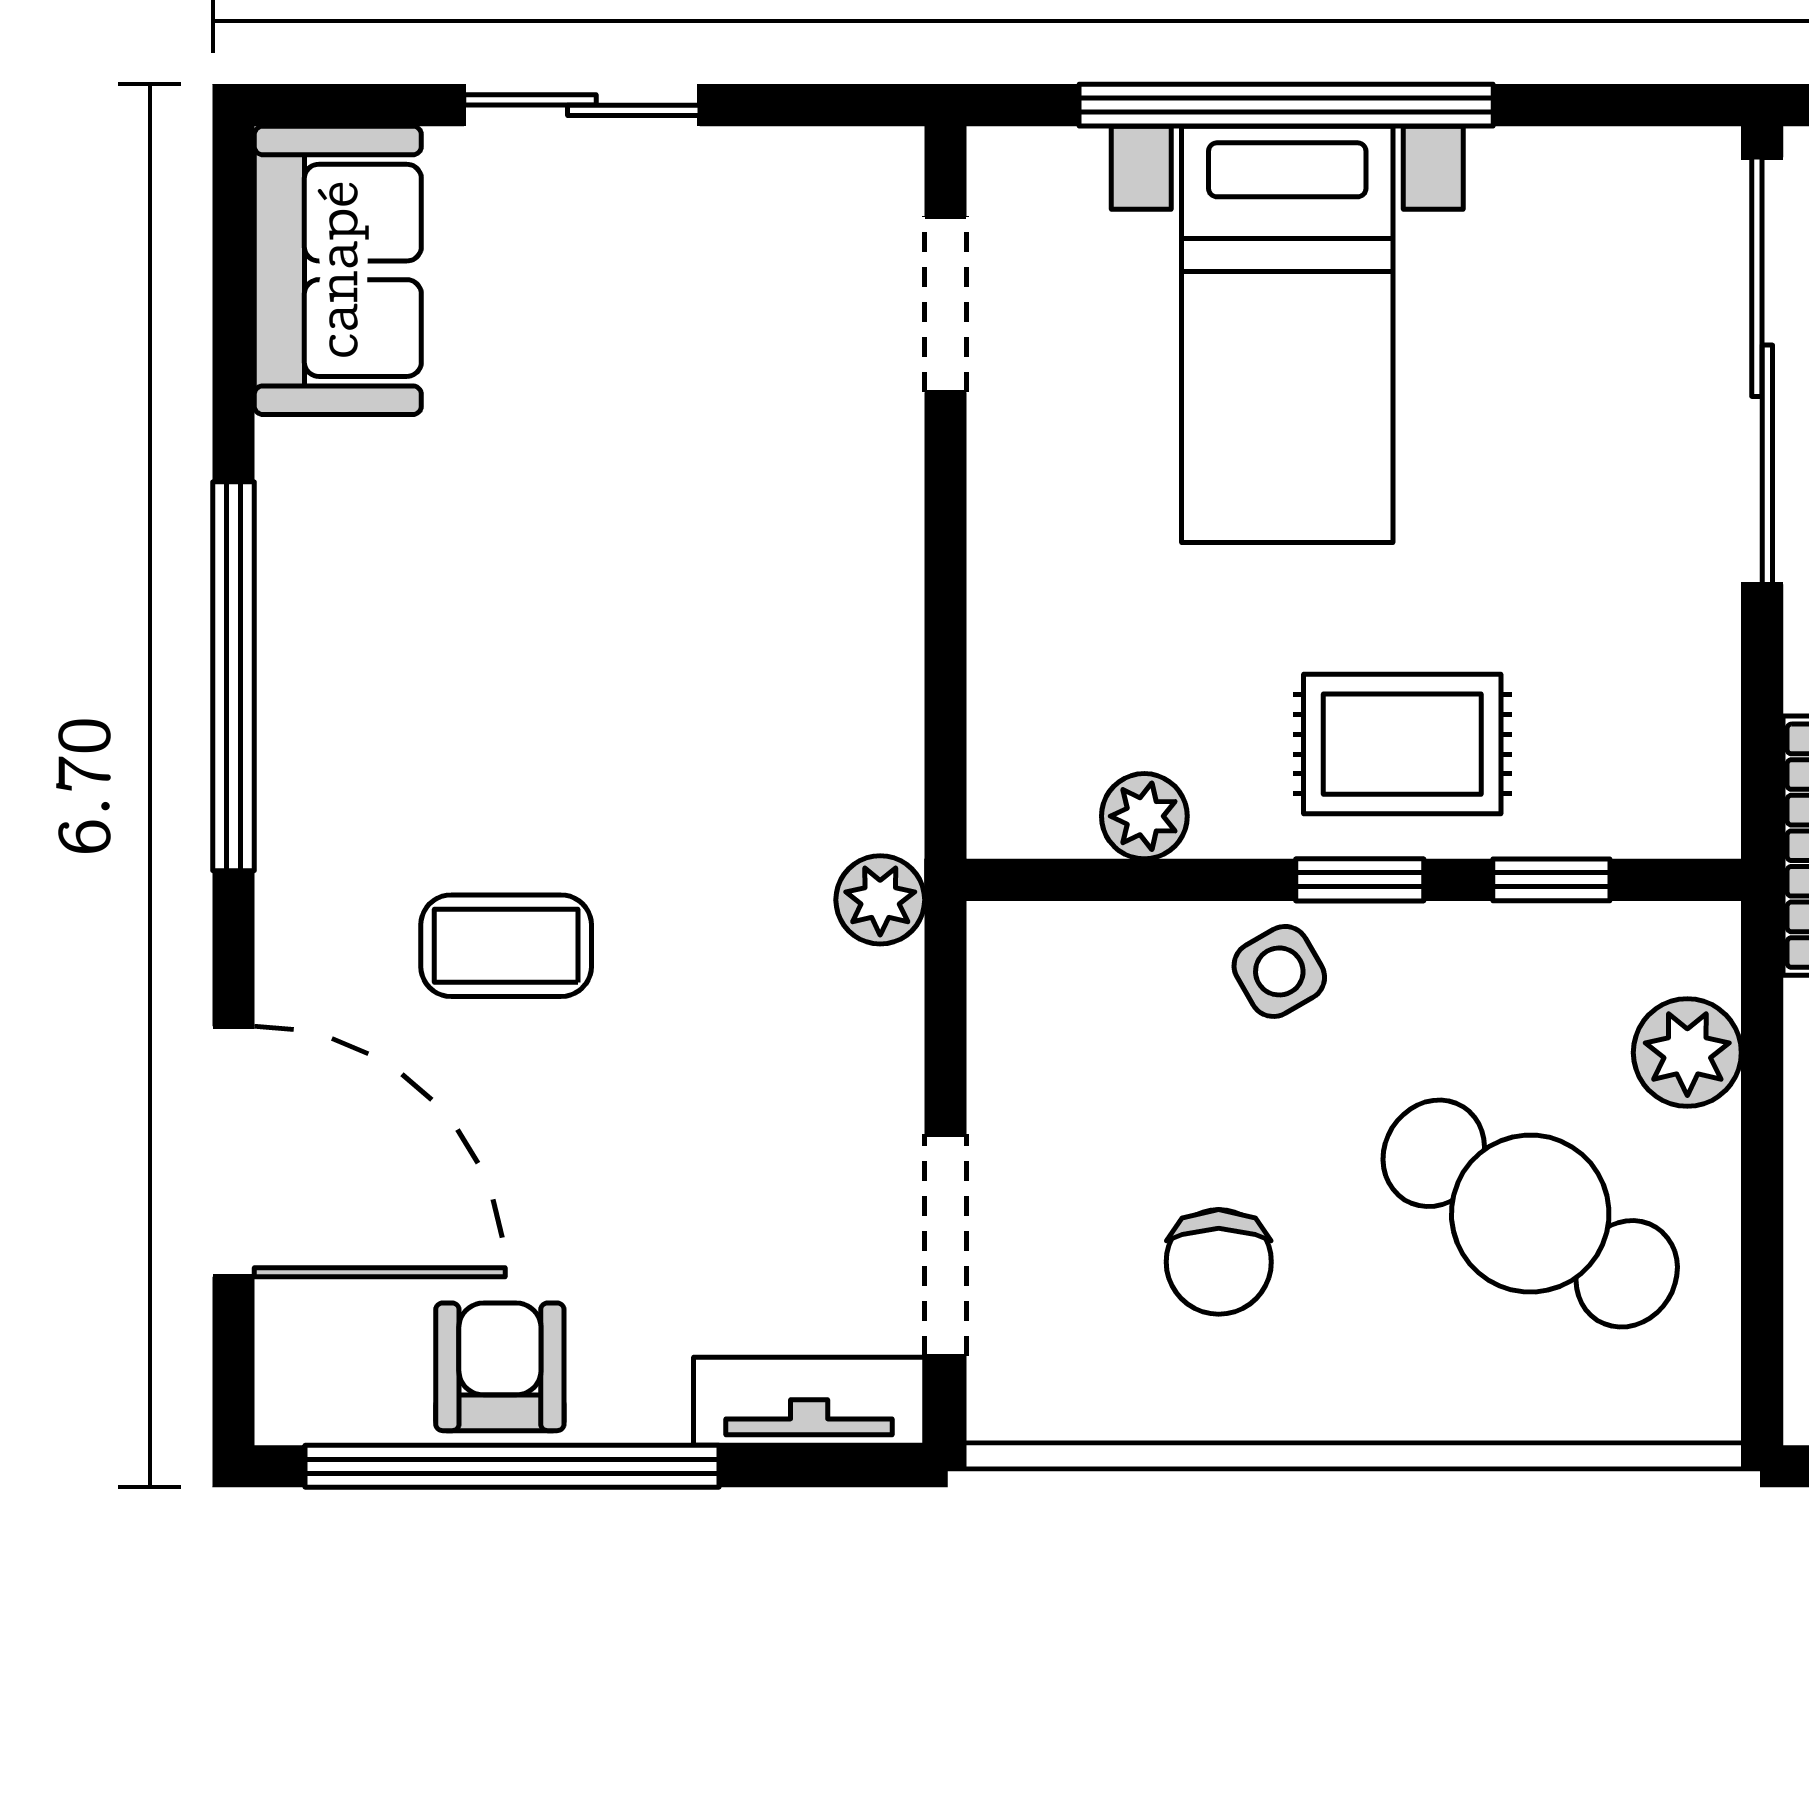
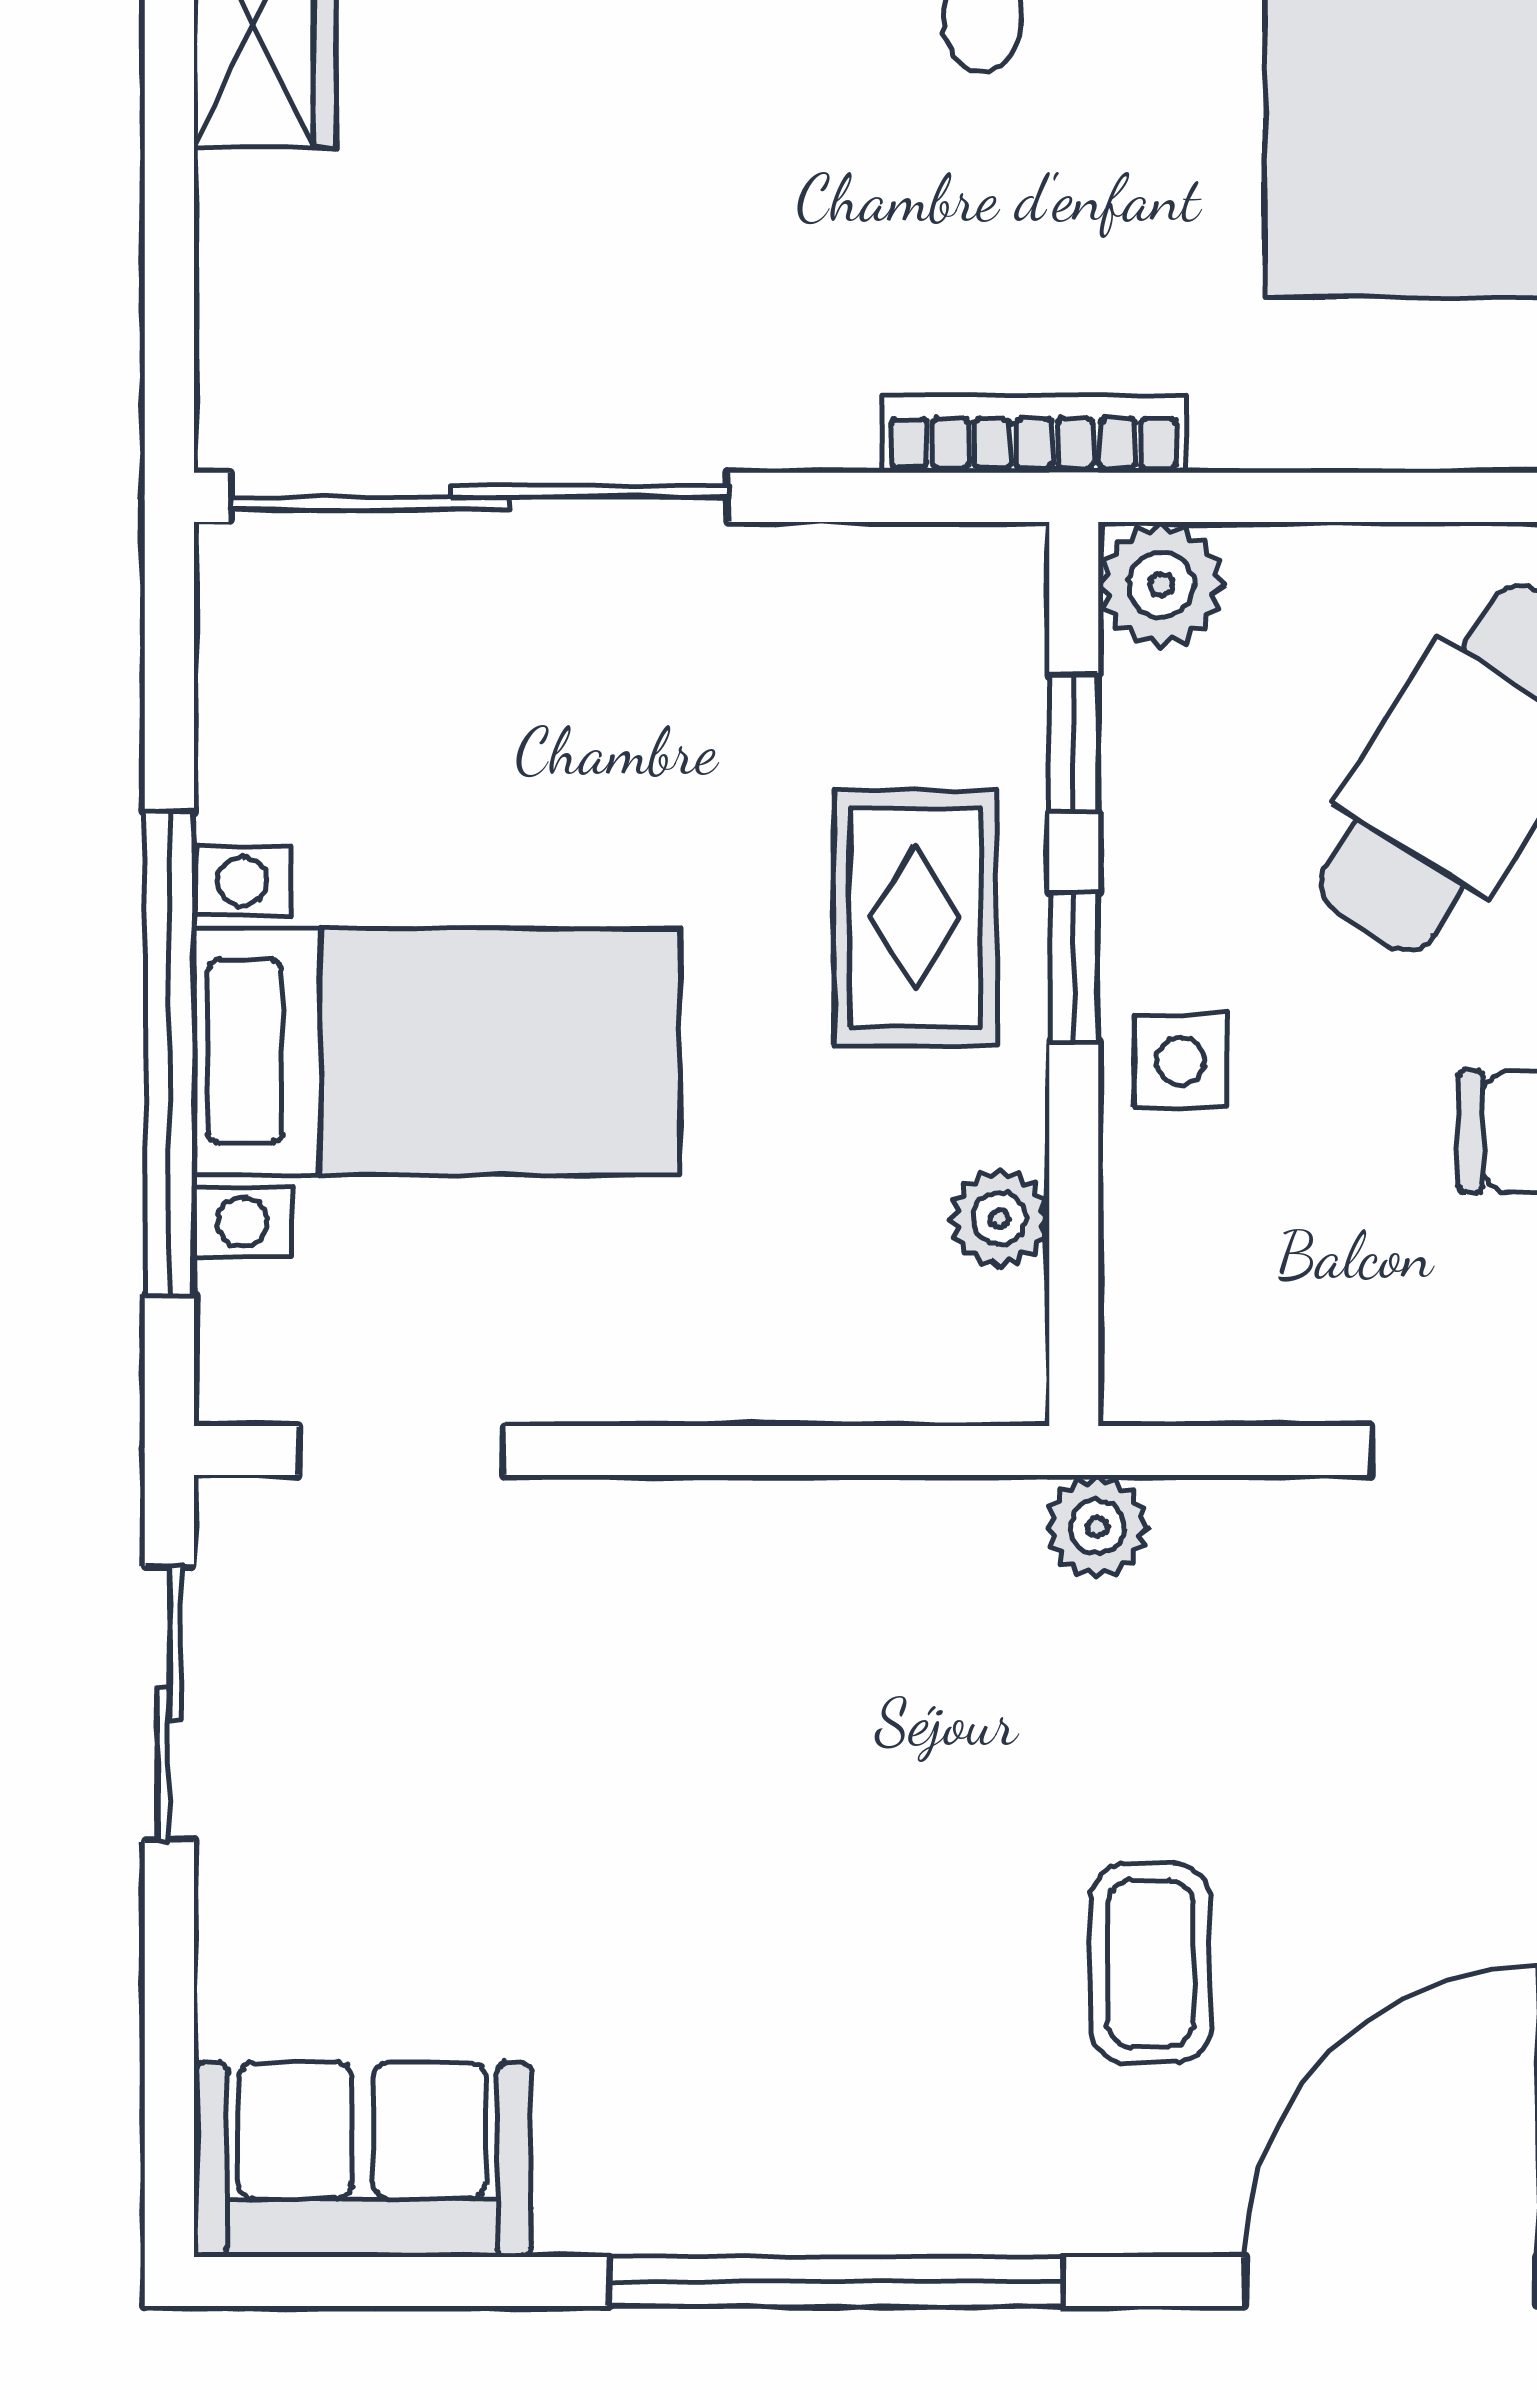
sliding door: (582, 105) -> (169, 1703), moved
side table: (1279, 971) -> (1181, 1061), turned 30
plant: (1687, 1053) -> (1161, 585), moved

